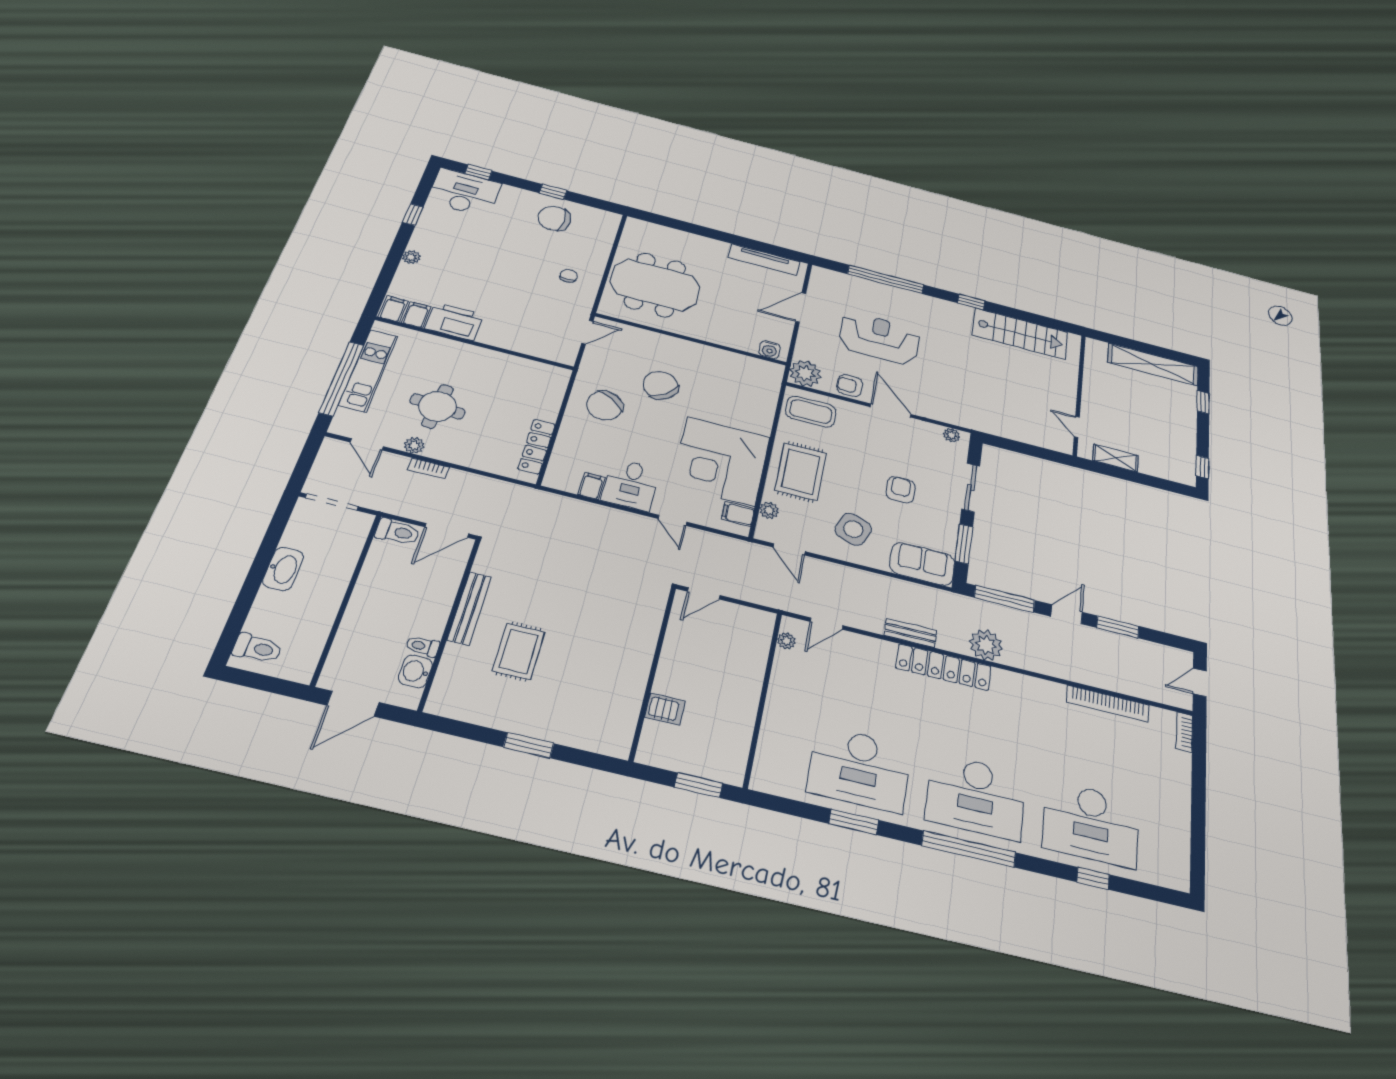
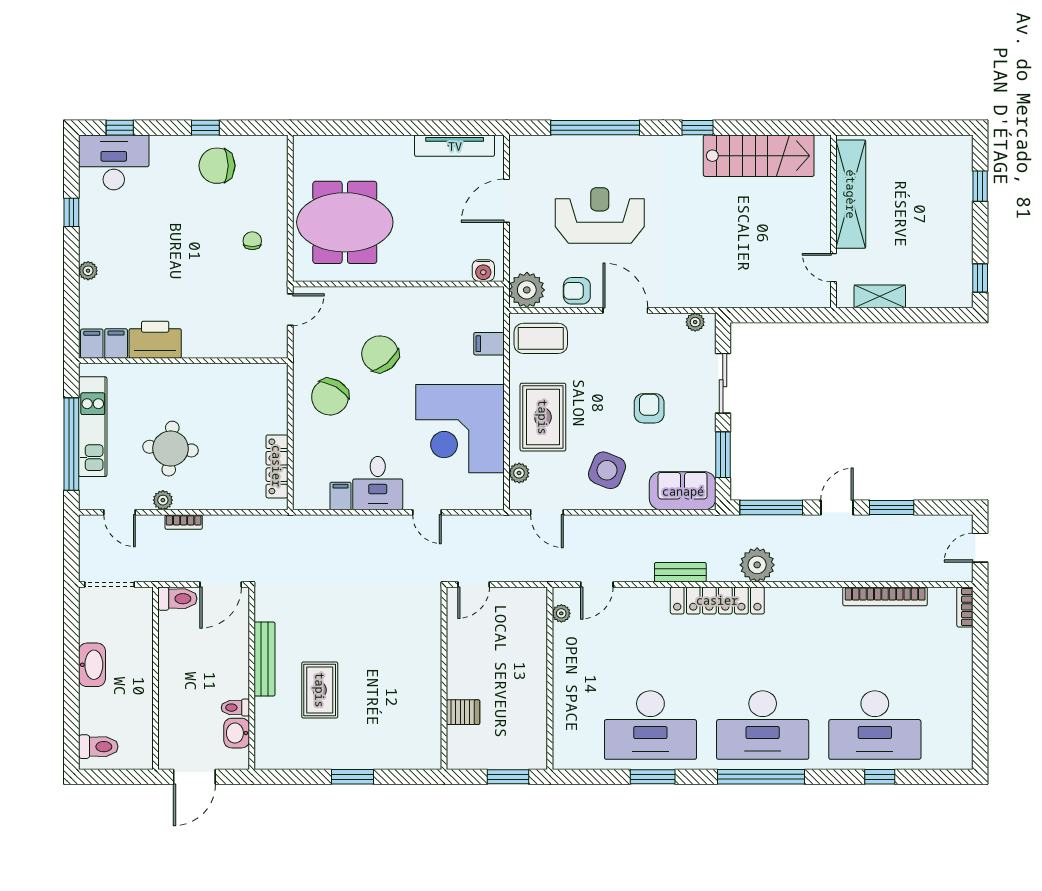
shelving: (1153, 364) -> (851, 194), moved, turned 90
filing cabinet: (738, 514) -> (489, 344), moved

